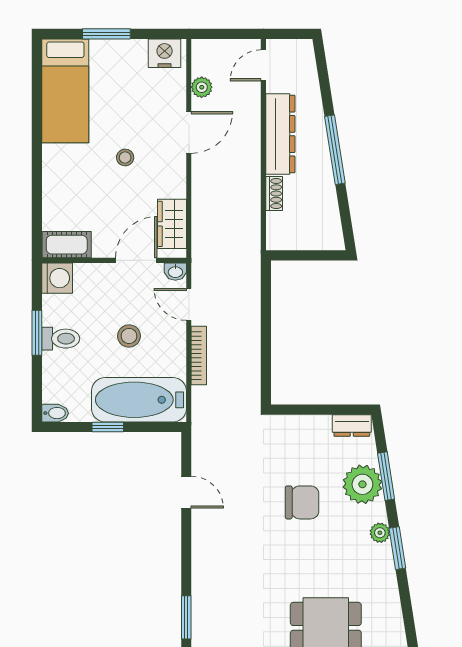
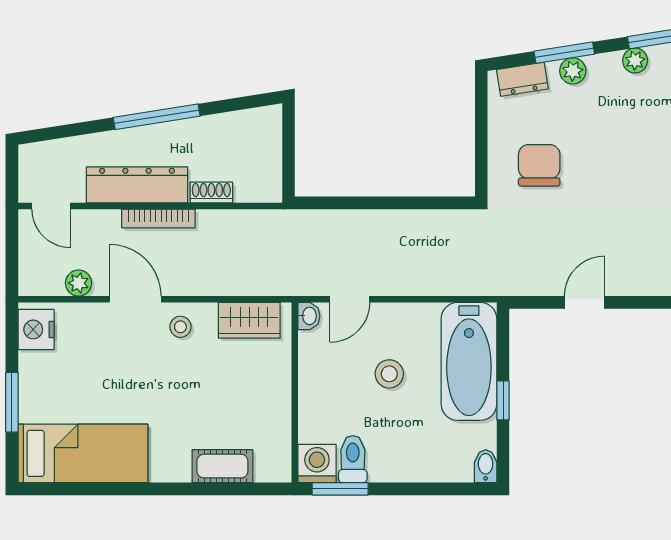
stool: (125, 157) -> (180, 327), moved
cot: (67, 245) -> (222, 466), moved, turned 90
door: (136, 260) -> (295, 365), removed
window: (37, 333) -> (340, 489), moved
toilet: (61, 339) -> (353, 459), moved
bookcase: (199, 356) -> (158, 218), moved, turned 180
dresser: (352, 425) -> (522, 79), moved, turned 81
plant: (362, 484) -> (573, 71), width x0.53, depth x0.53
chair: (302, 502) -> (539, 165), moved

